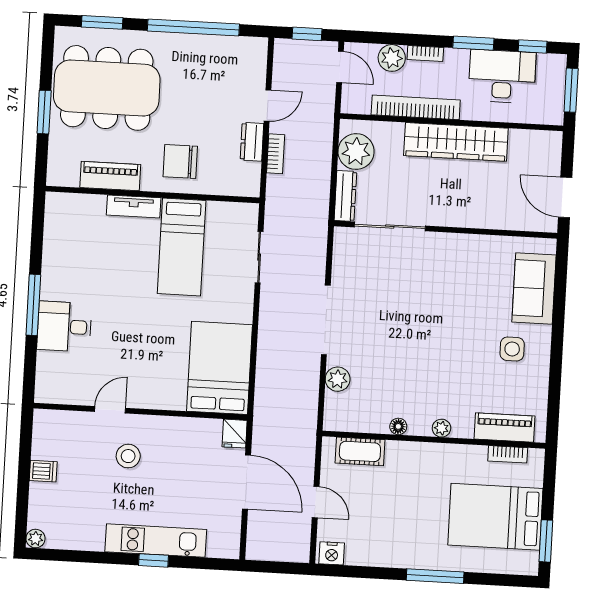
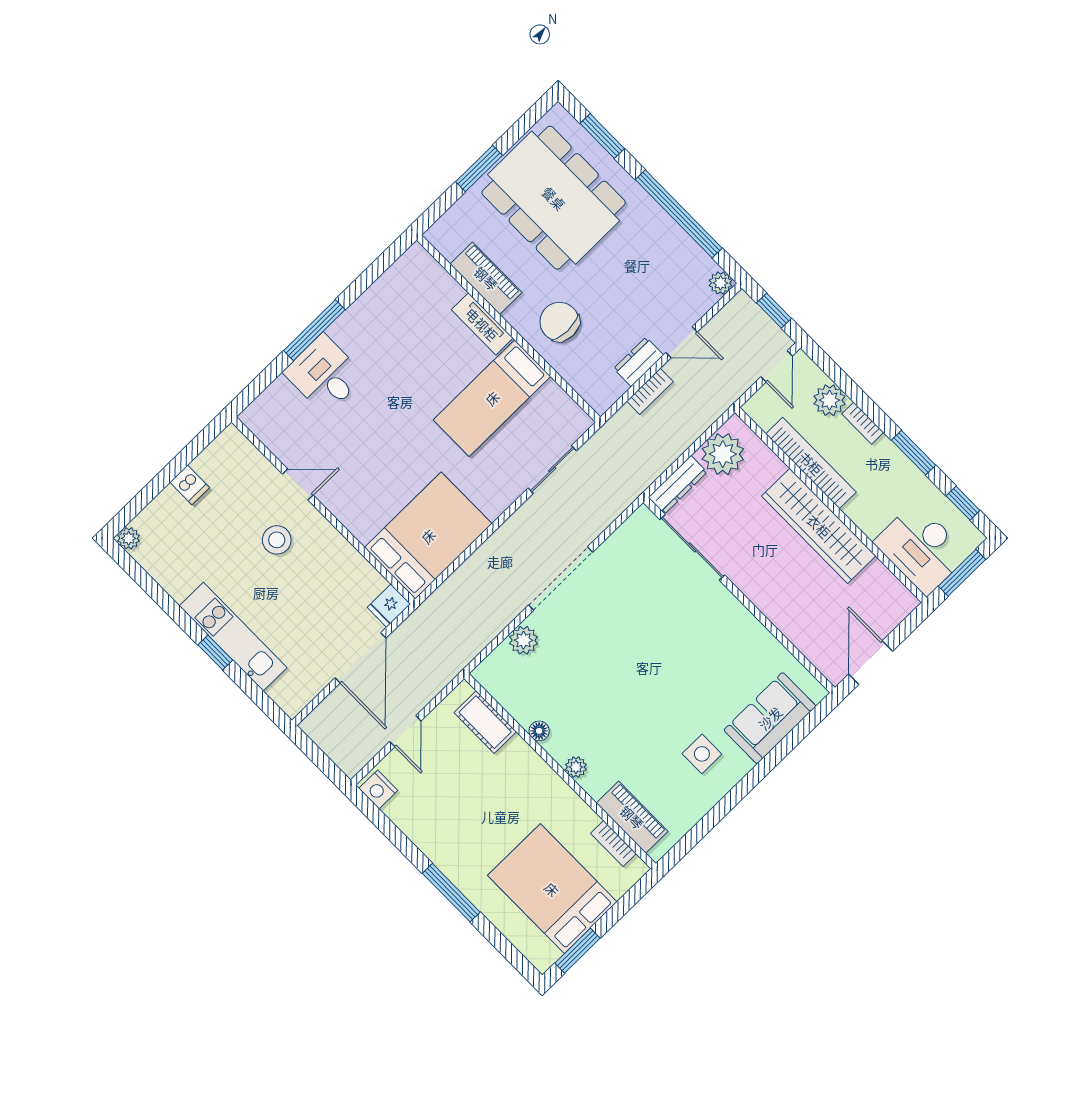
plant: (258, 47) -> (720, 283), added
desk: (502, 76) -> (921, 548), moved, turned 180

